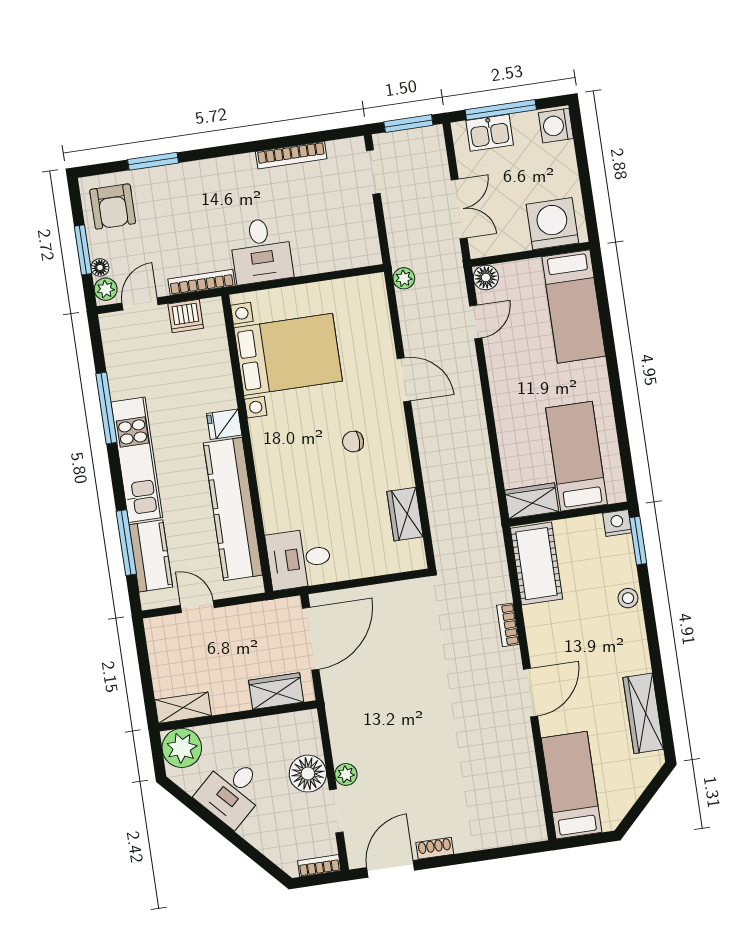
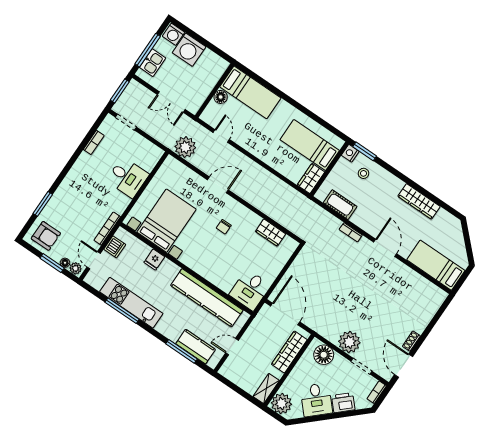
bookcase: (291, 155) -> (94, 142), width x0.64
double door: (459, 209) -> (171, 102), swing flipped
washing machine: (552, 224) -> (189, 50), moved, turned -90
desk: (261, 251) -> (128, 177), moved
plant: (404, 278) -> (185, 147), width x1.88, depth x1.88
floor lamp: (486, 278) -> (221, 97), moved
fridge: (224, 424) -> (154, 260), moved
kitchen unit: (137, 460) -> (131, 303), moved
cot: (536, 564) -> (340, 205), width x0.73, depth x0.75
stool: (628, 598) -> (364, 173), moved
wardrobe: (276, 691) -> (289, 352), width x1.50
wardrobe: (643, 713) -> (419, 201), moved
floor lamp: (308, 774) -> (324, 355), moved
plant: (346, 774) -> (349, 342), width x1.88, depth x1.88
printer: (262, 833) -> (343, 403), added

